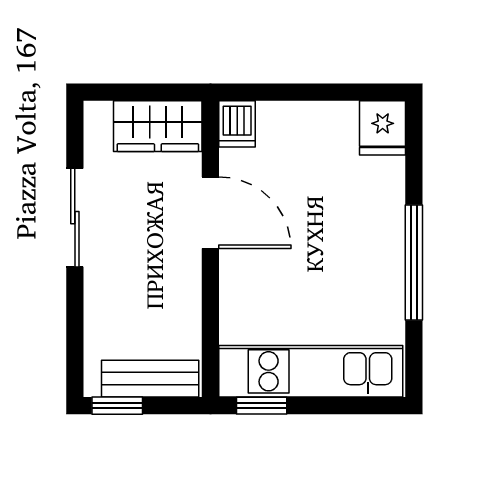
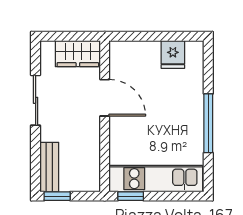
dishwasher: (237, 124) -> (118, 53), removed
fridge: (383, 128) -> (173, 55), moved
bench: (150, 379) -> (49, 167), moved, turned 90

